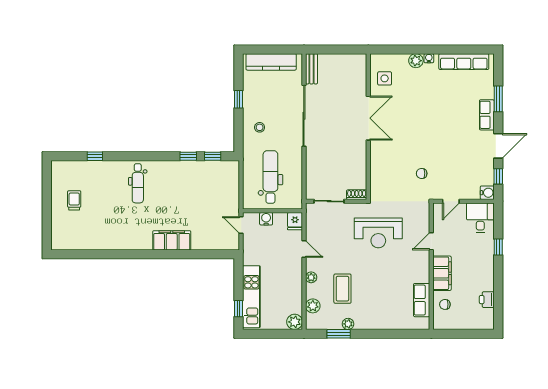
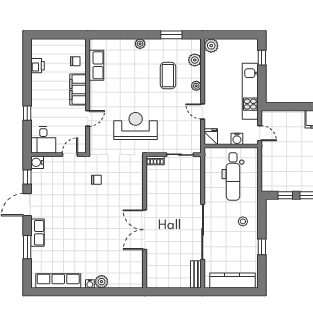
side table: (385, 78) -> (130, 266), removed
kitchen unit: (251, 297) -> (250, 91), moved
plant: (348, 324) -> (140, 44), moved

